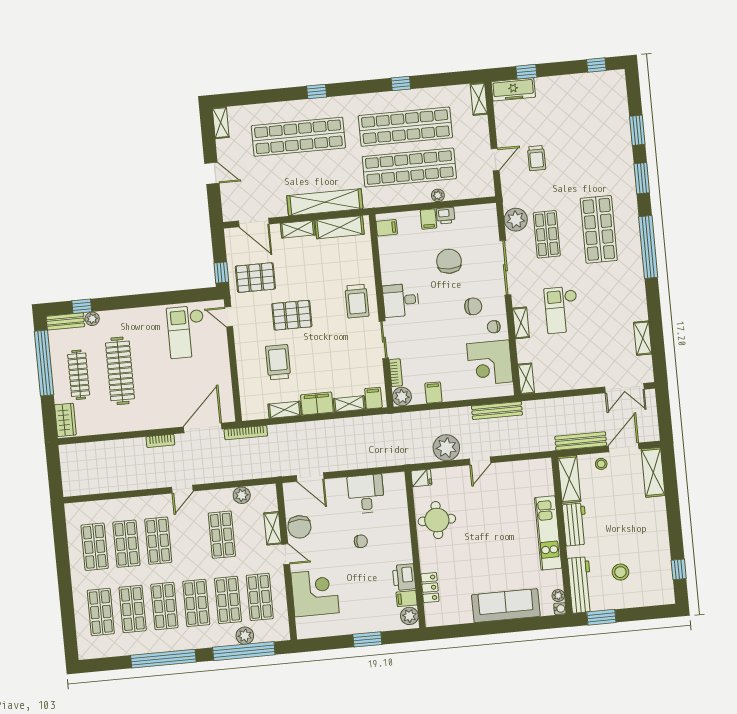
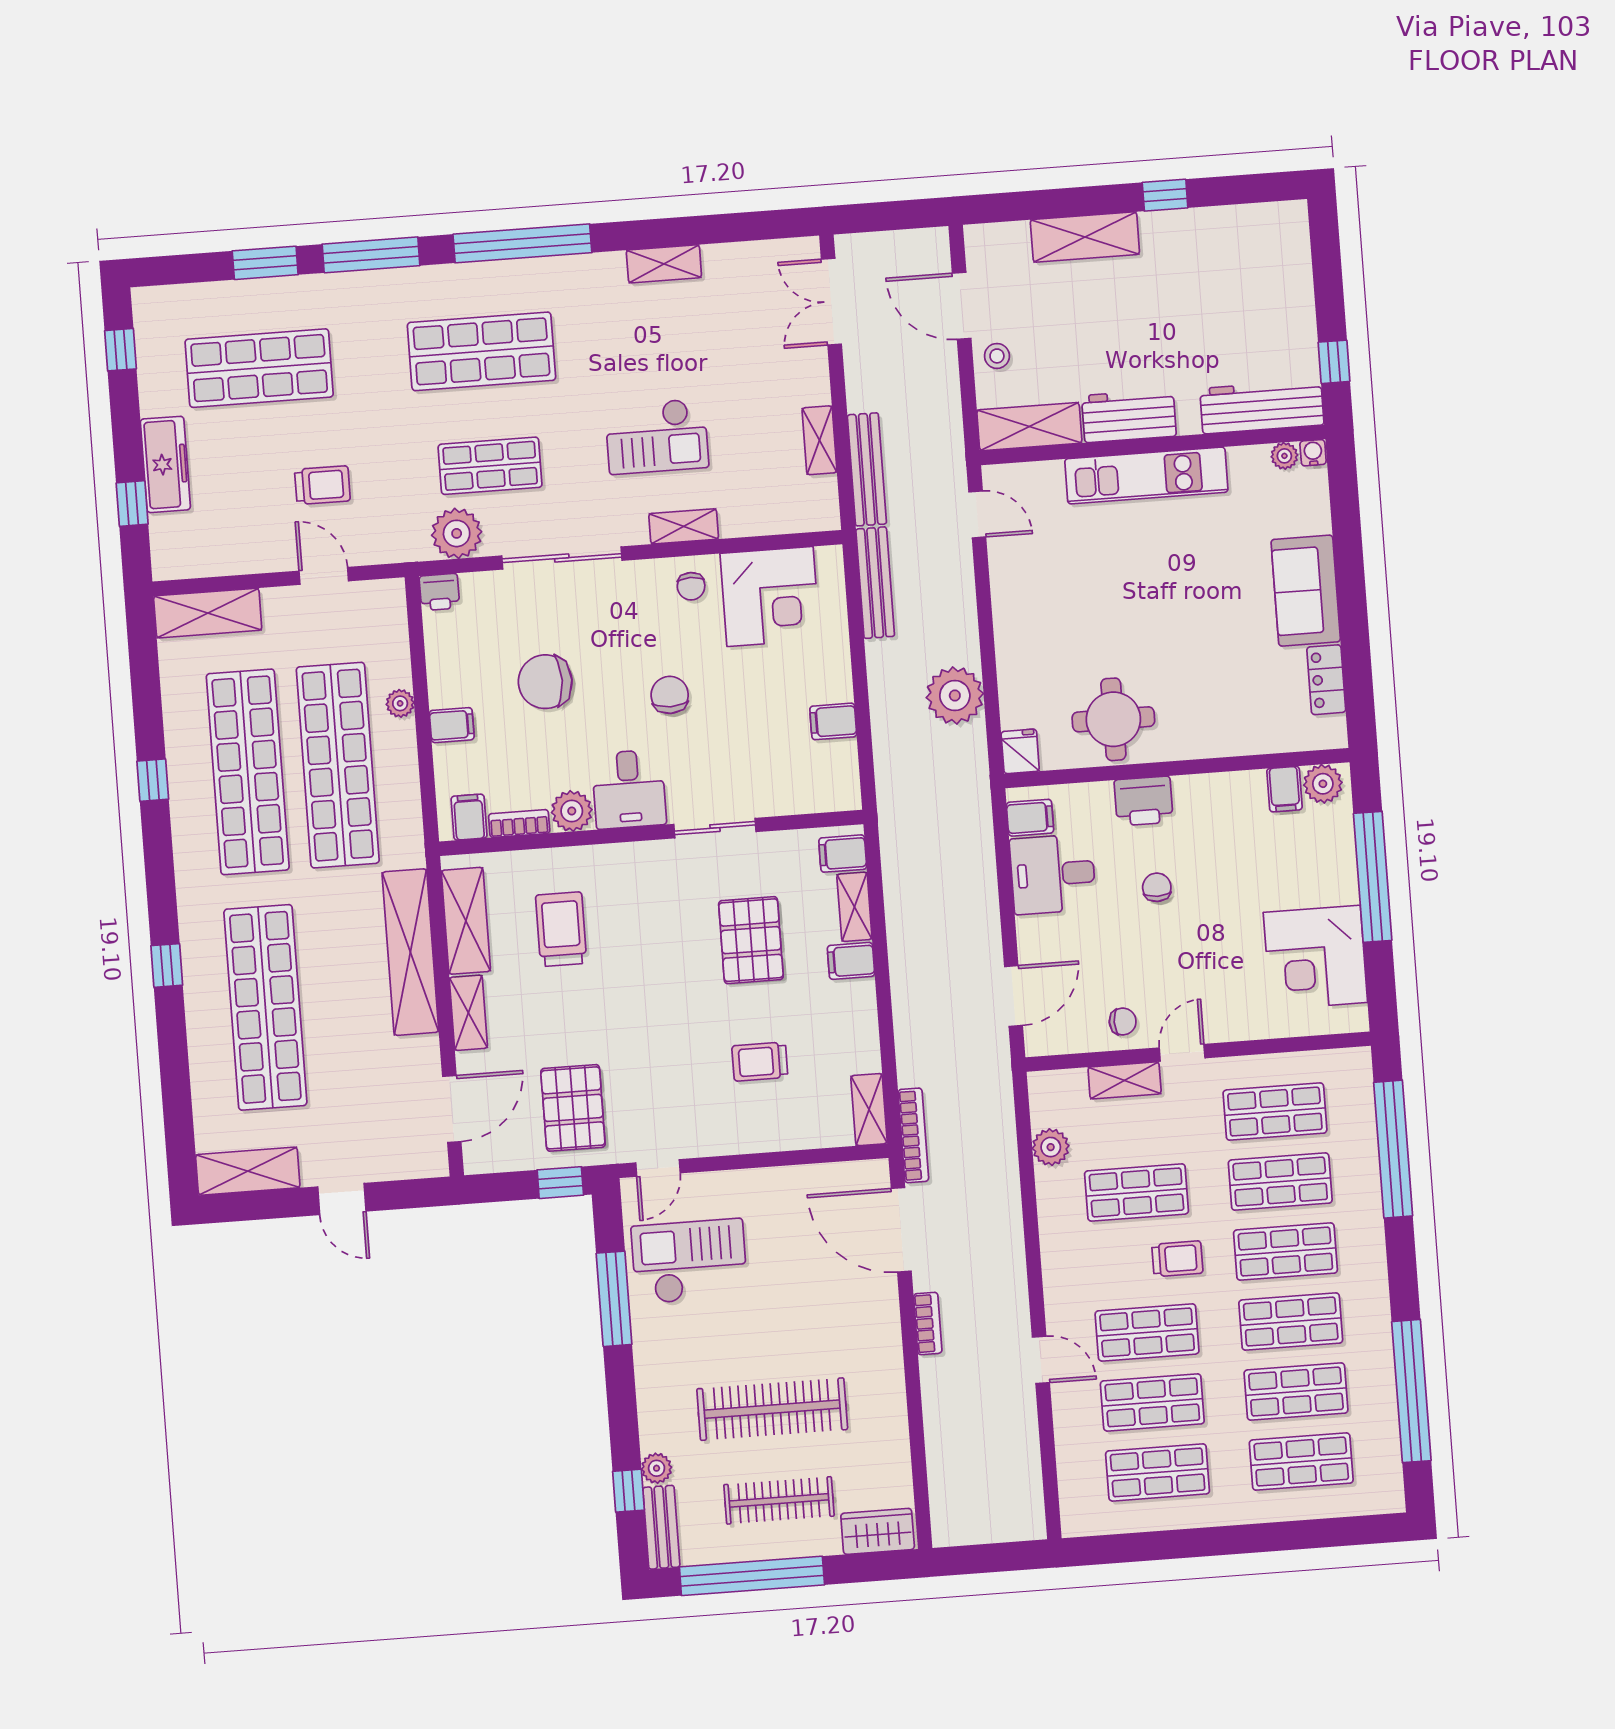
freezer: (513, 89) -> (165, 464), moved
shelving: (479, 99) -> (208, 613), width x1.50, depth x1.33
shelving: (221, 123) -> (248, 1171), width x1.50, depth x1.33
shop shelf: (589, 128) -> (259, 368), added
door: (212, 173) -> (342, 1199), swing flipped
window: (642, 178) -> (371, 255), width x1.44
printer: (446, 216) -> (439, 592), moved, turned 90
window: (169, 298) -> (614, 1299), added
trolley: (357, 301) -> (561, 929), moved, turned -90
chair: (473, 306) -> (670, 695), moved
pallet: (292, 315) -> (751, 940), moved
checkout: (187, 332) -> (689, 1261), turned 180
shelving: (643, 338) -> (664, 264), moved
trolley: (278, 362) -> (760, 1062), width x0.73, depth x0.72
bookcase: (396, 373) -> (519, 824), moved
shelving: (526, 379) -> (819, 440), moved, turned 90
double door: (624, 388) -> (831, 302), swing flipped
plant: (402, 396) -> (572, 811), moved
filing cabinet: (317, 404) -> (851, 961), width x0.50
shelving: (285, 410) -> (869, 1110), moved
bench: (581, 441) -> (867, 469), moved
door: (480, 461) -> (977, 514), moved
shelving: (653, 472) -> (1085, 237), moved
filing cabinet: (391, 483) -> (1030, 818), added
door: (182, 489) -> (1041, 1360), moved
chair: (299, 527) -> (1123, 1021), width x0.54, depth x0.54
trolley: (192, 554) -> (1177, 1259), added
window: (679, 569) -> (1165, 195), moved
stool: (620, 572) -> (1235, 318), removed
printer: (404, 577) -> (1144, 801), moved
locker: (430, 588) -> (1326, 680), moved, turned -90
corner desk: (315, 593) -> (1315, 957), moved, turned -90
sofa: (506, 606) -> (1306, 591), width x0.73
window: (601, 617) -> (1334, 362), width x0.67
plant: (245, 636) -> (1359, 1146), removed
window: (367, 639) -> (1373, 877), width x2.11
window: (163, 659) -> (1411, 1391), moved

